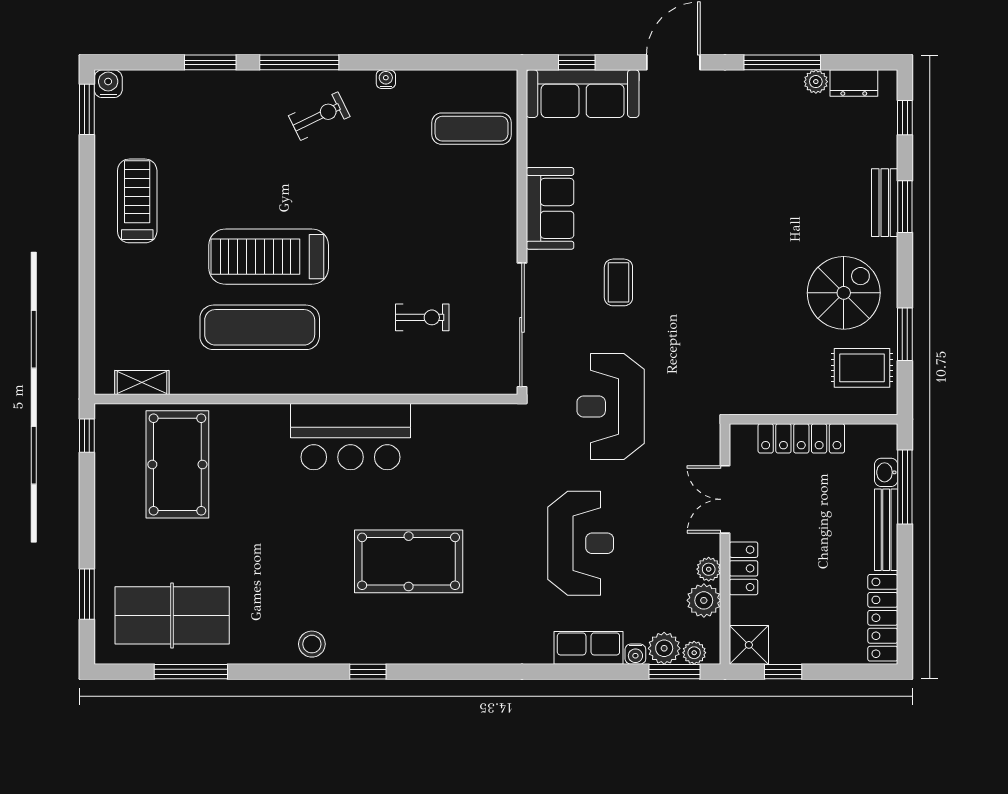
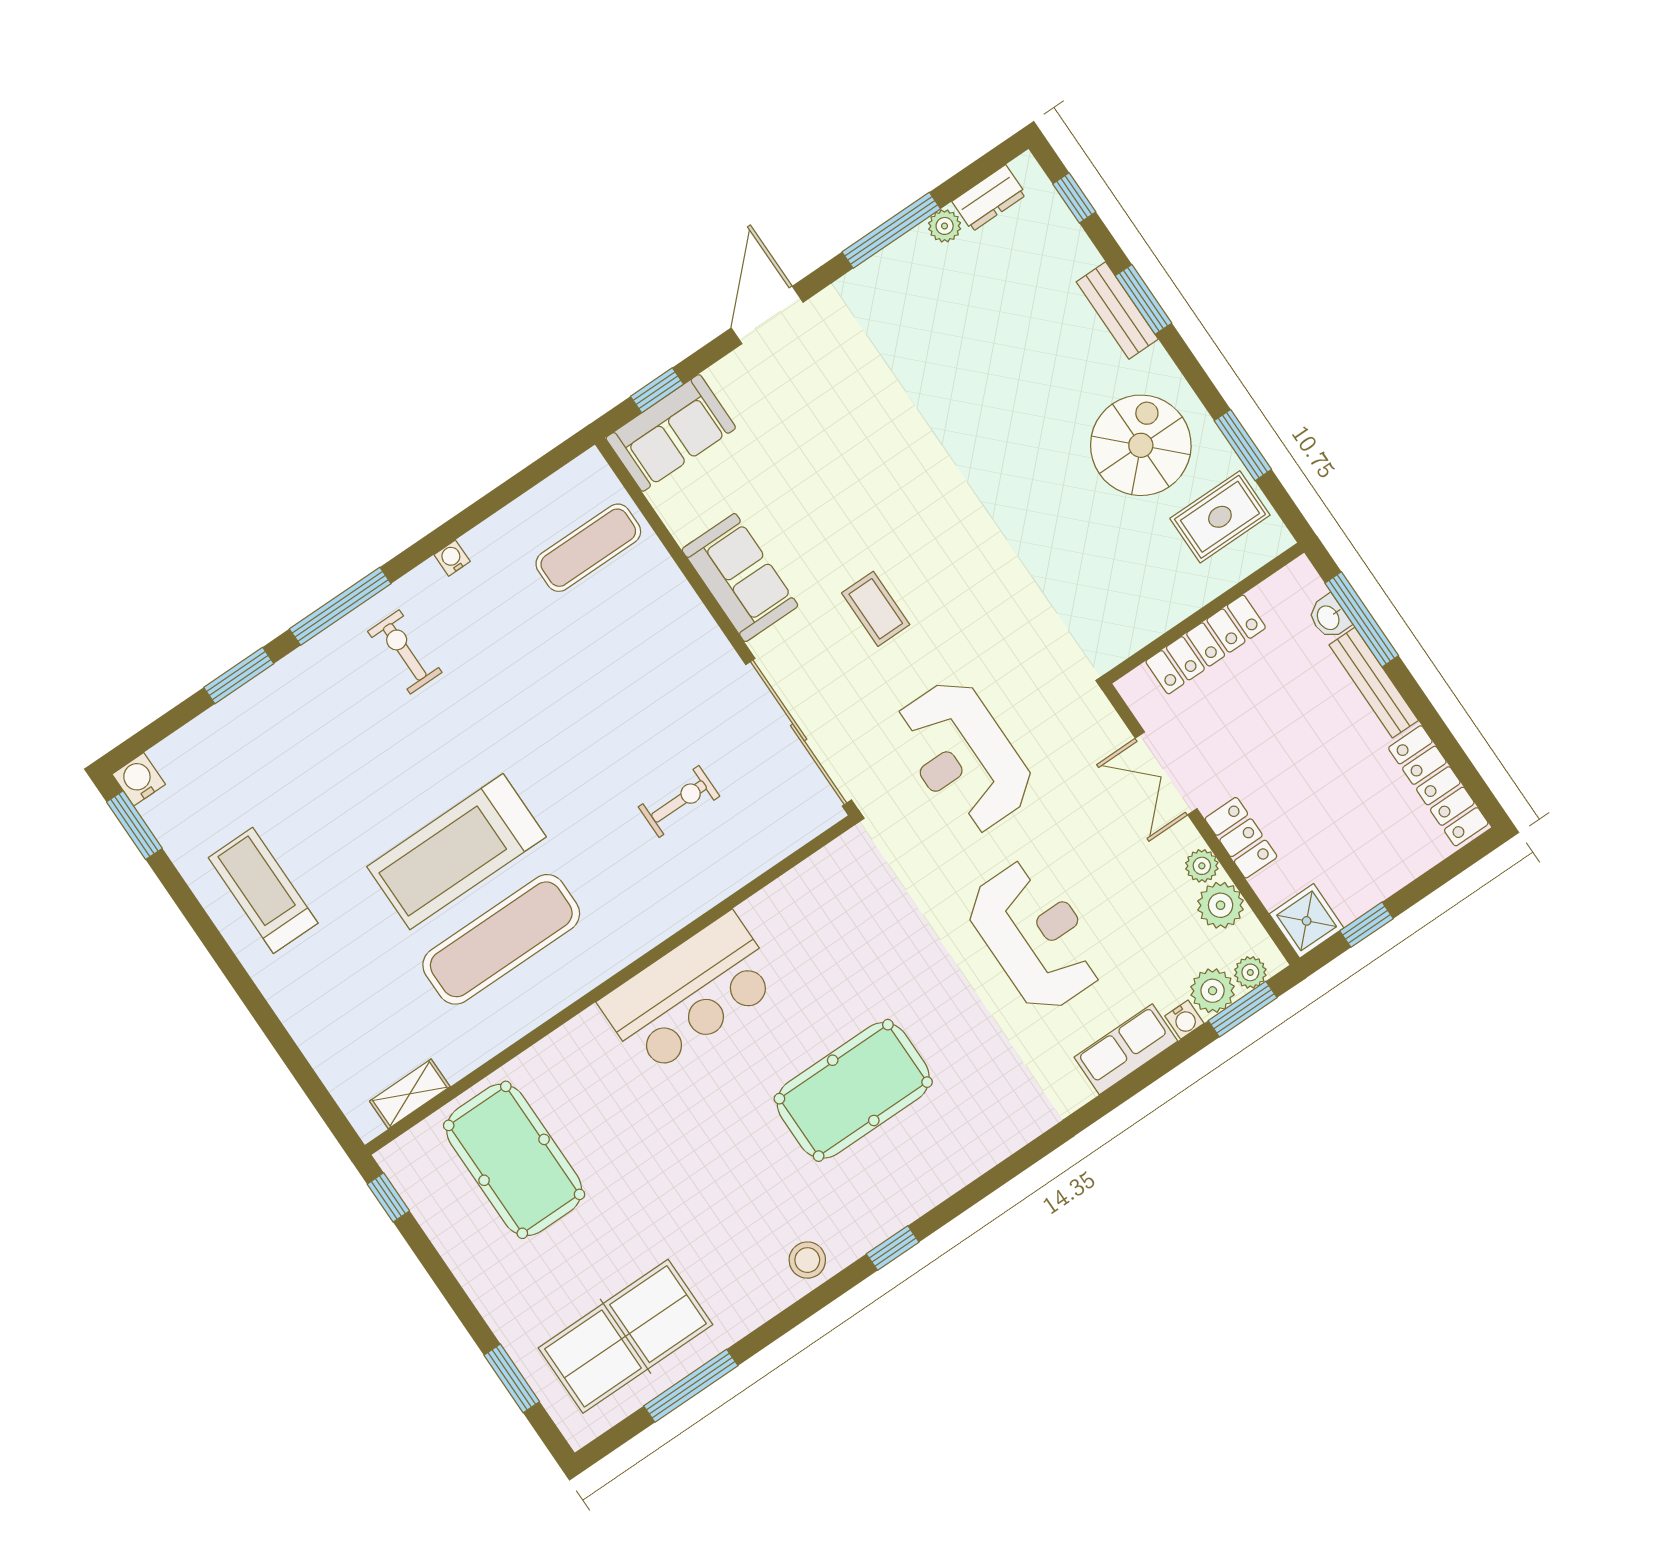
sofa: (583, 94) -> (671, 433), width x0.73
exercise bike: (319, 116) -> (405, 652), turned -64

